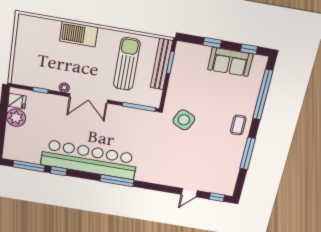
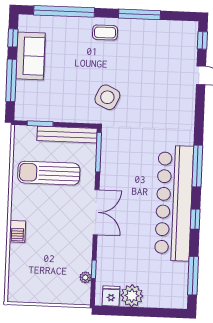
barbecue: (79, 34) -> (17, 231), width x0.53, depth x0.65
window: (212, 43) -> (11, 80), width x2.17
bench: (161, 64) -> (67, 134), moved
plant: (64, 88) -> (85, 277), moved
window: (59, 171) -> (195, 219), moved

